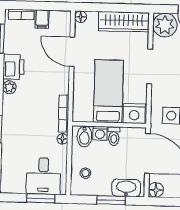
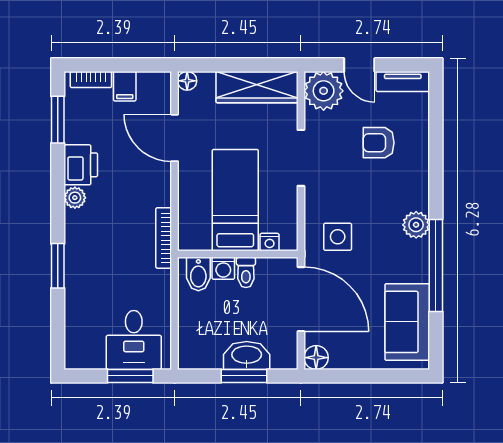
nightstand: (134, 114) -> (270, 242), width x0.53, depth x0.56
floor lamp: (62, 139) -> (163, 279), removed
stool: (86, 173) -> (202, 333), removed
washbasin: (126, 188) -> (247, 355), moved

